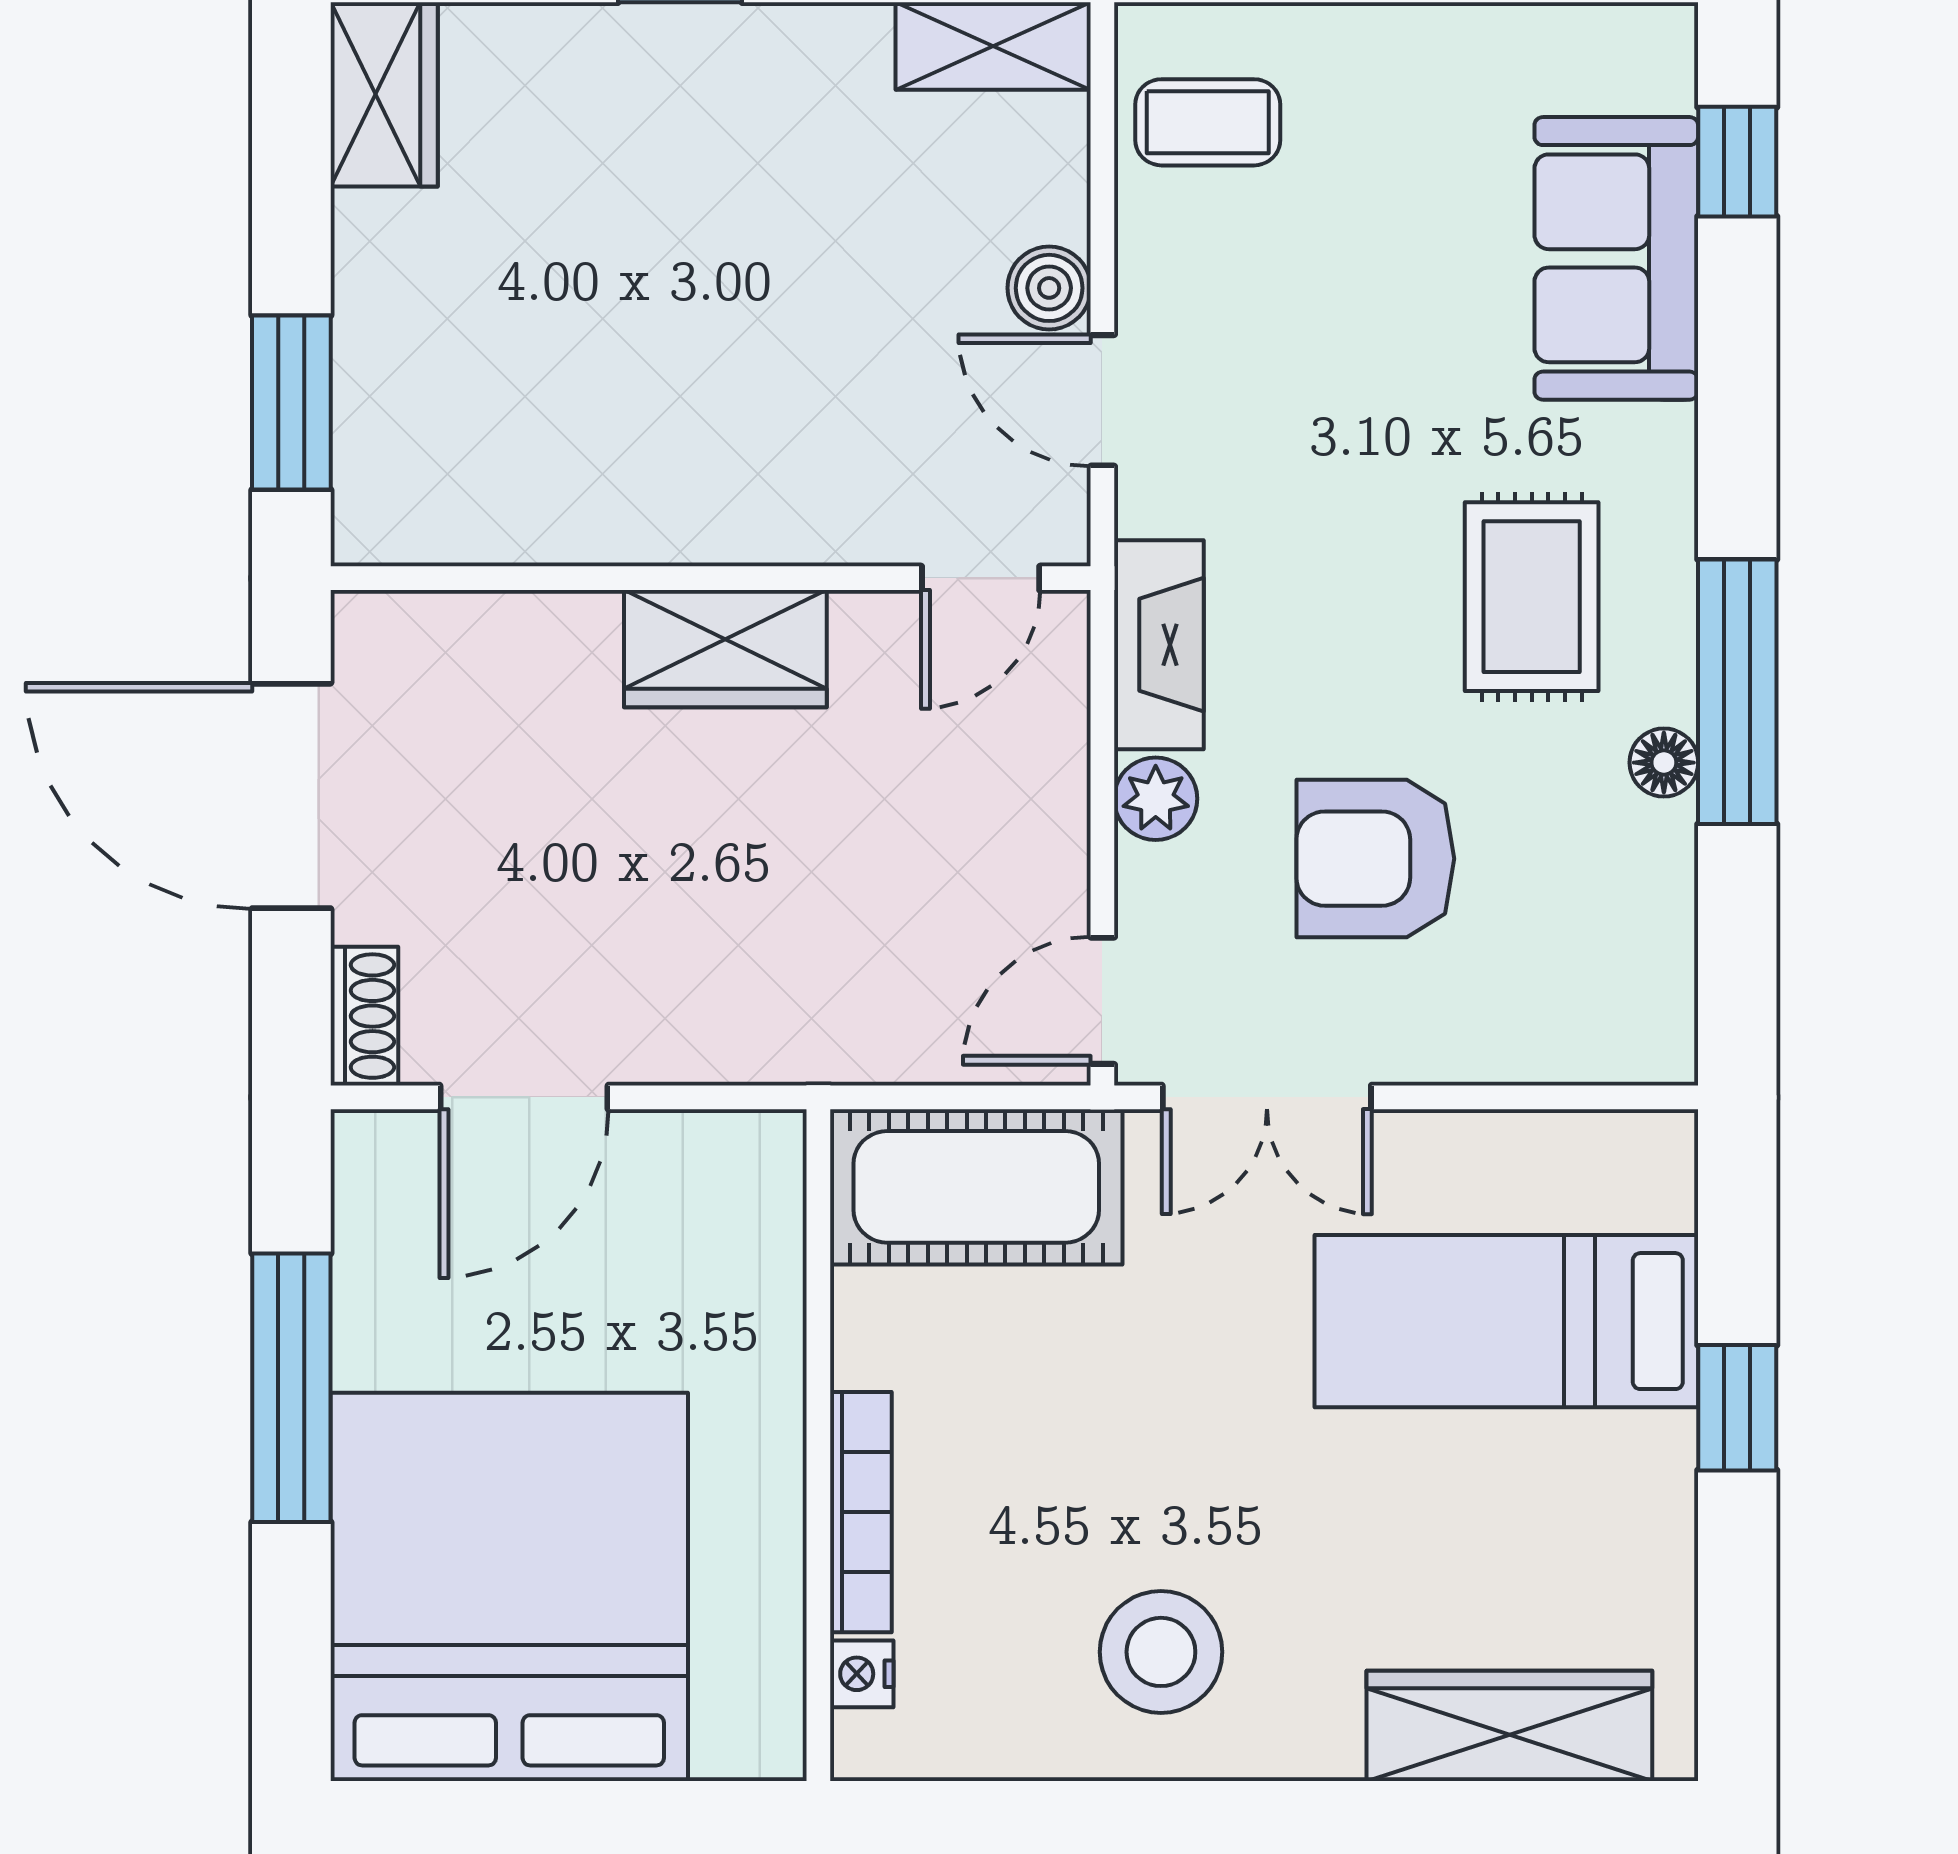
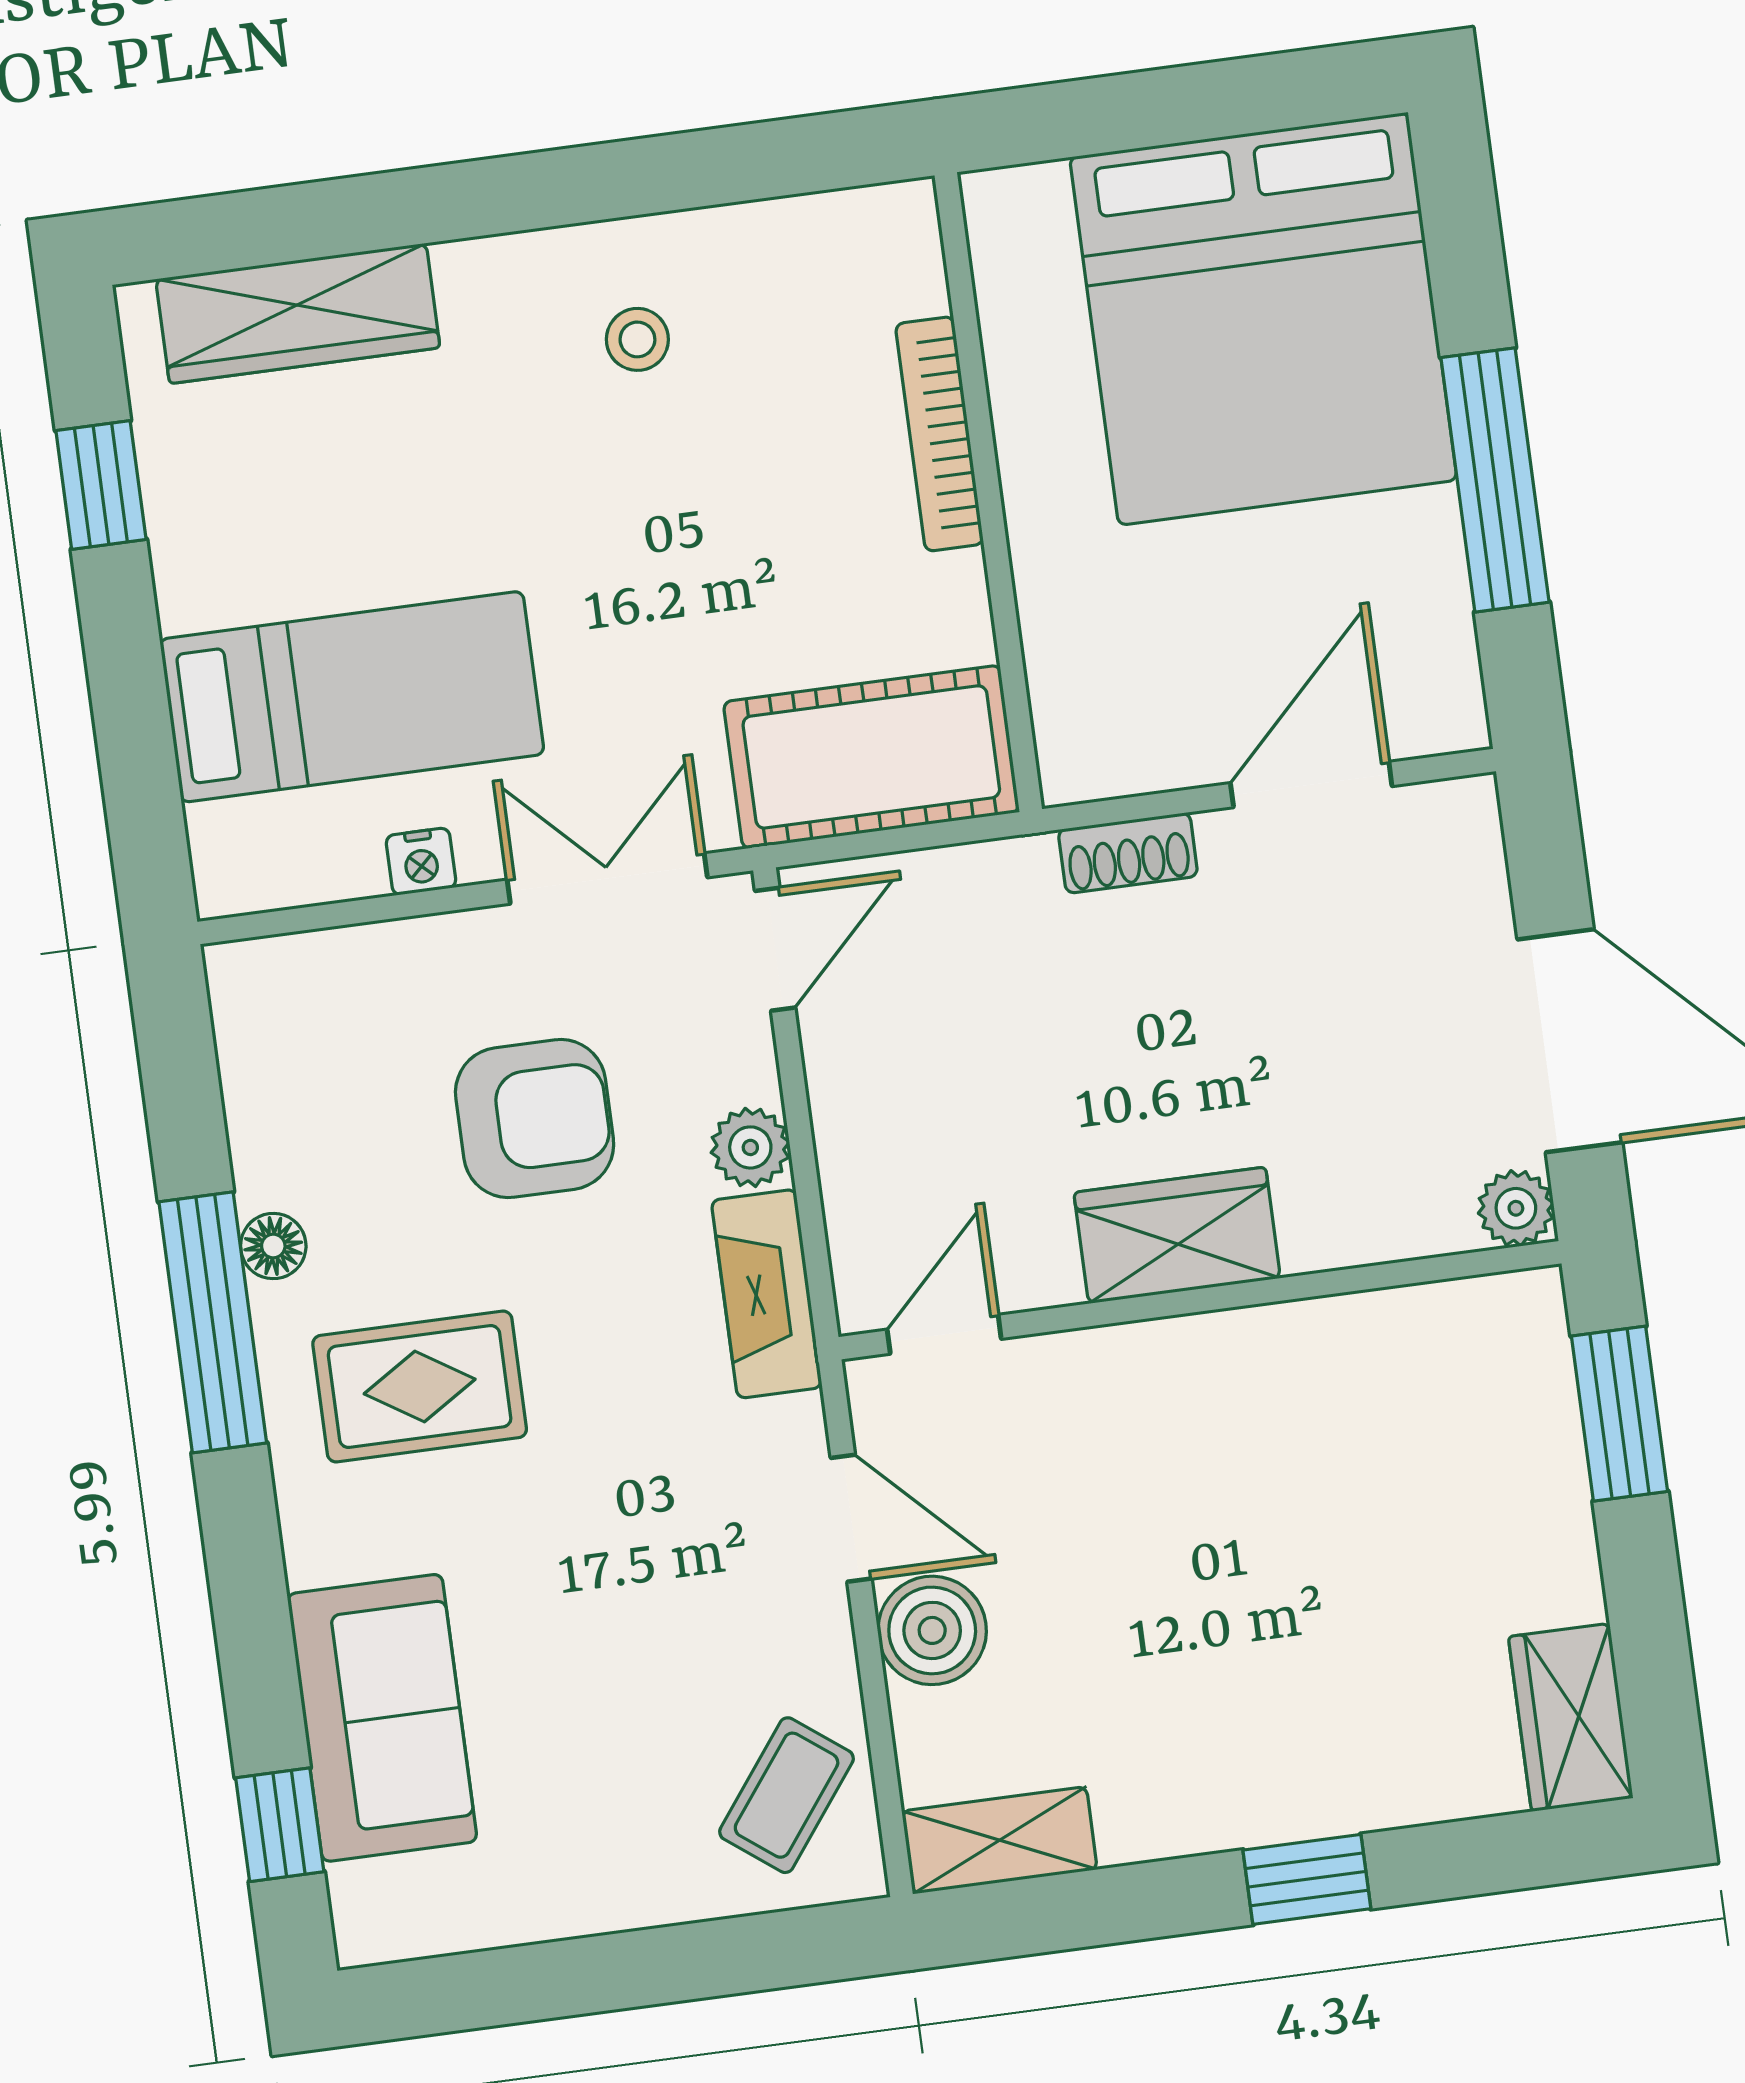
coffee table: (1208, 122) -> (787, 1795), turned -53
boiler: (1049, 288) -> (932, 1630), width x1.36, depth x1.36
rug: (1532, 597) -> (420, 1386), turned 90
plant: (370, 630) -> (1516, 1208), added
shoe rack: (364, 1016) -> (1128, 853), moved, turned -90
window: (1737, 1408) -> (101, 485), moved
stool: (1161, 1652) -> (637, 339), width x0.53, depth x0.53
nightstand: (862, 1674) -> (421, 861), moved, turned 90

